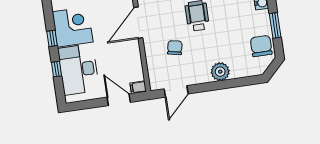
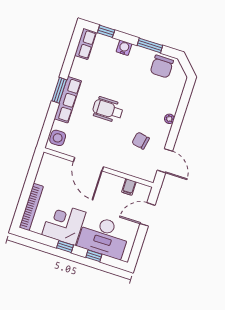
chair: (261, 46) -> (162, 66), turned -90
chair: (175, 48) -> (141, 141), moved
plant: (220, 72) -> (169, 119), width x0.53, depth x0.53
filing cabinet: (138, 87) -> (129, 187), moved

